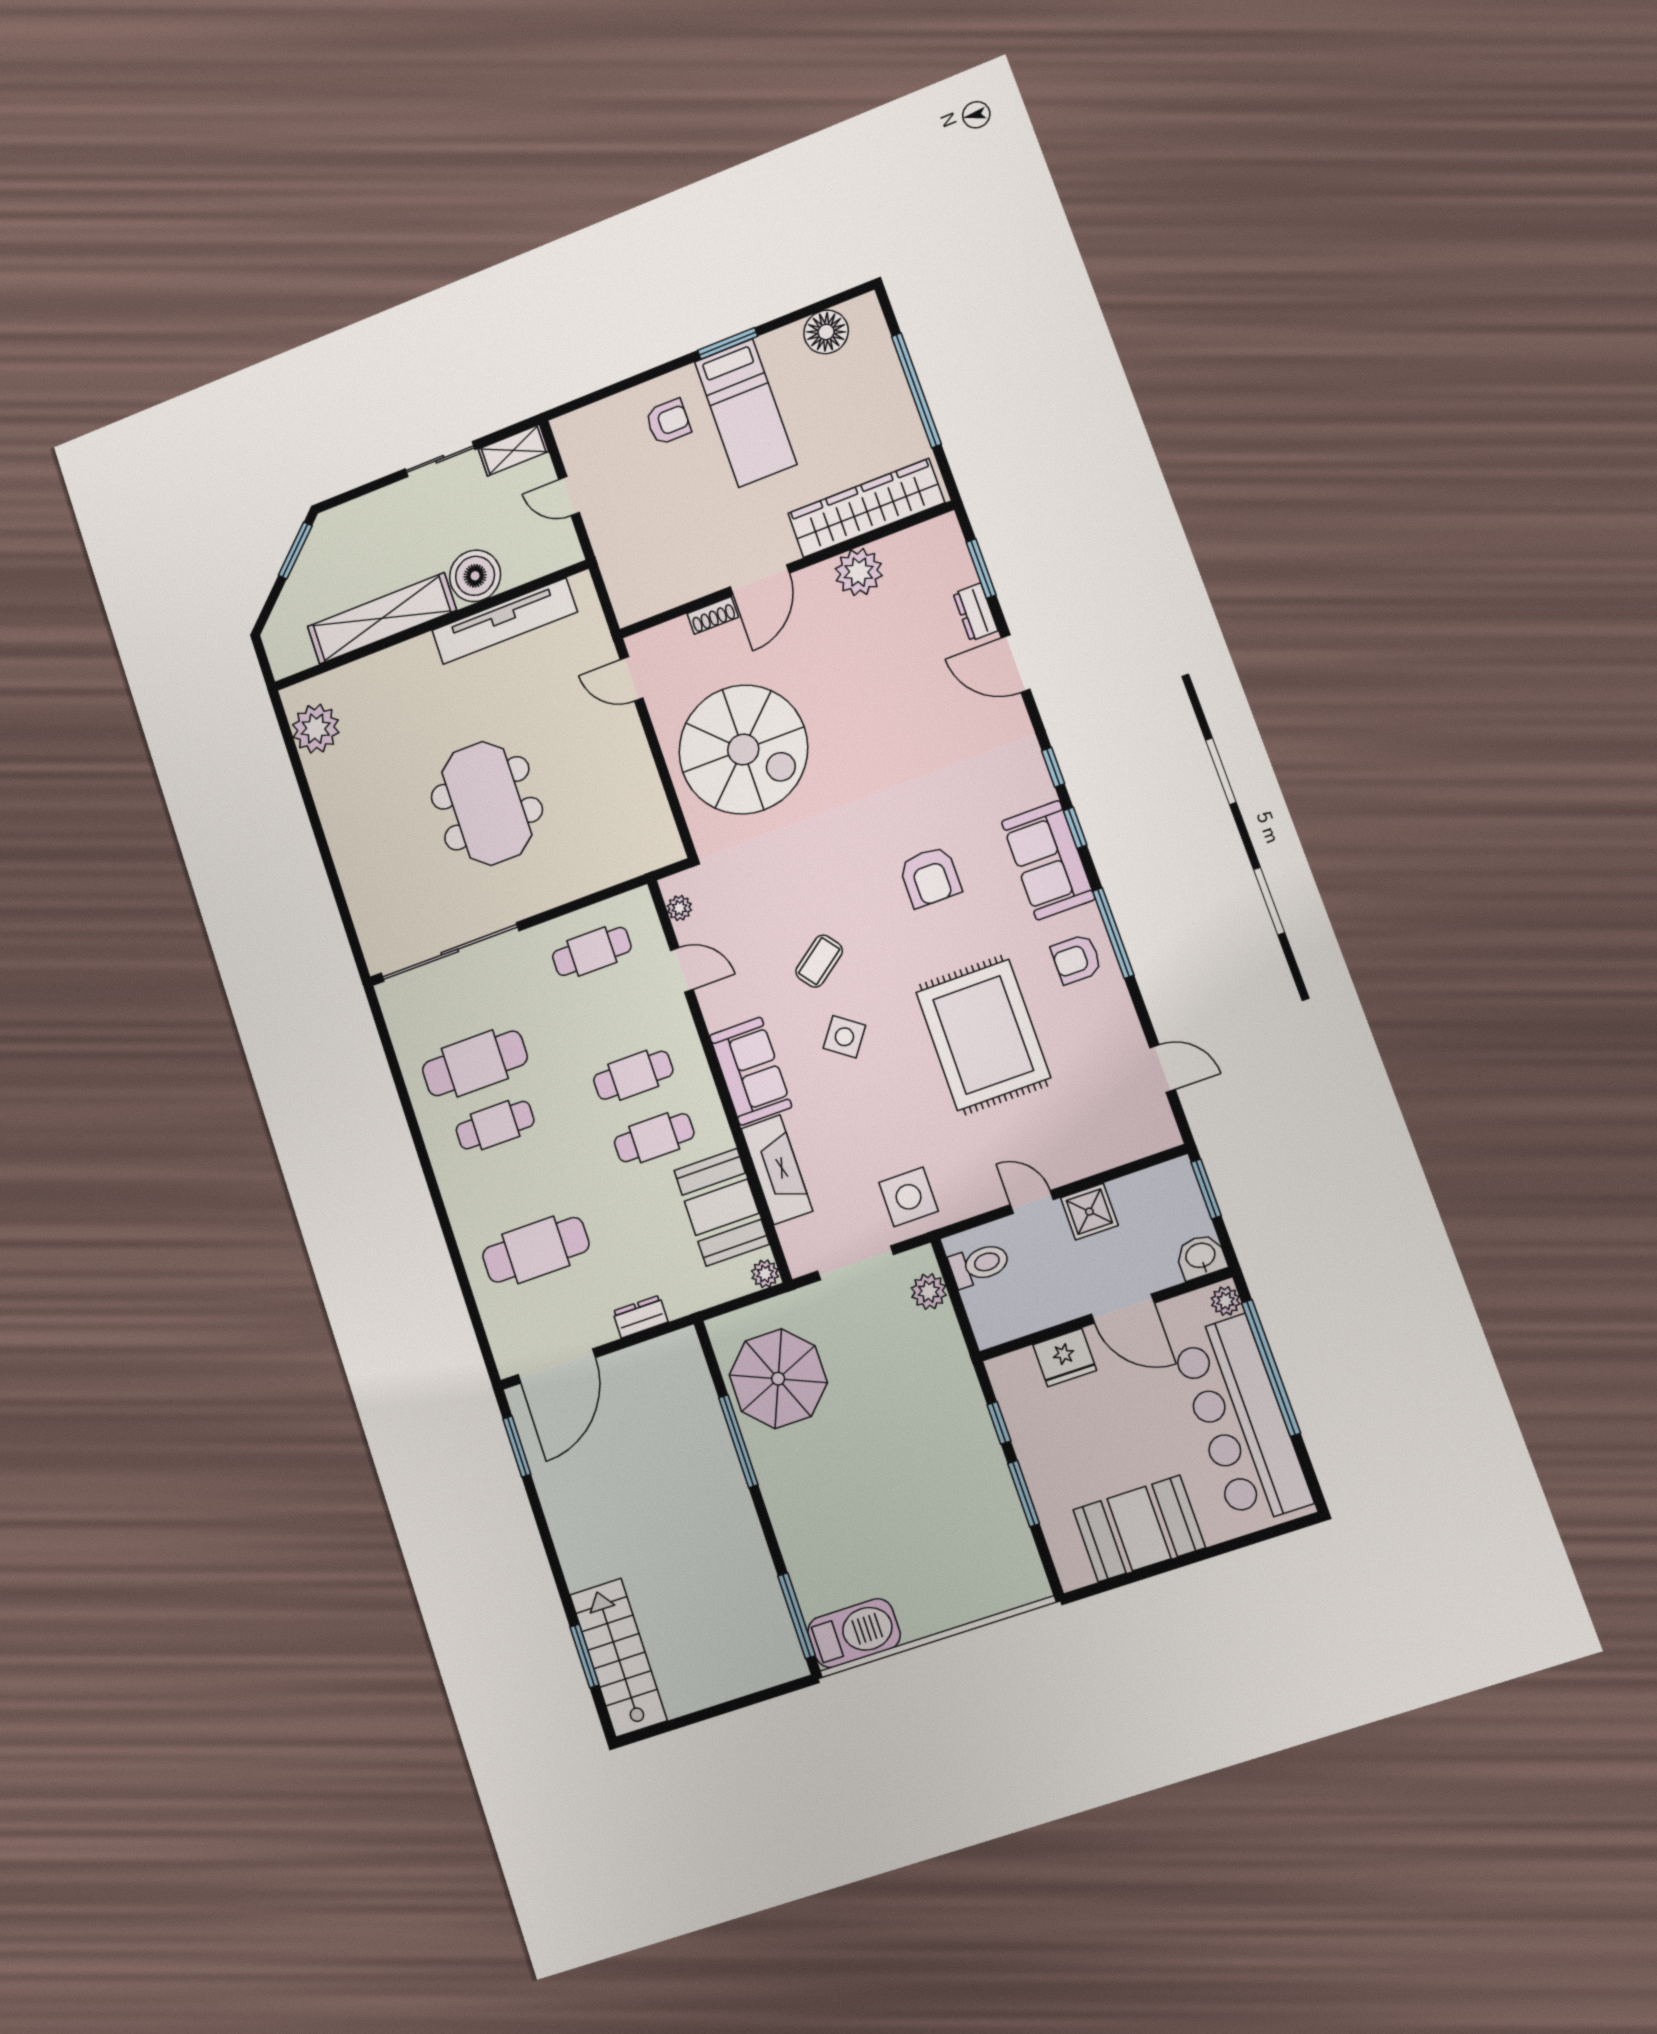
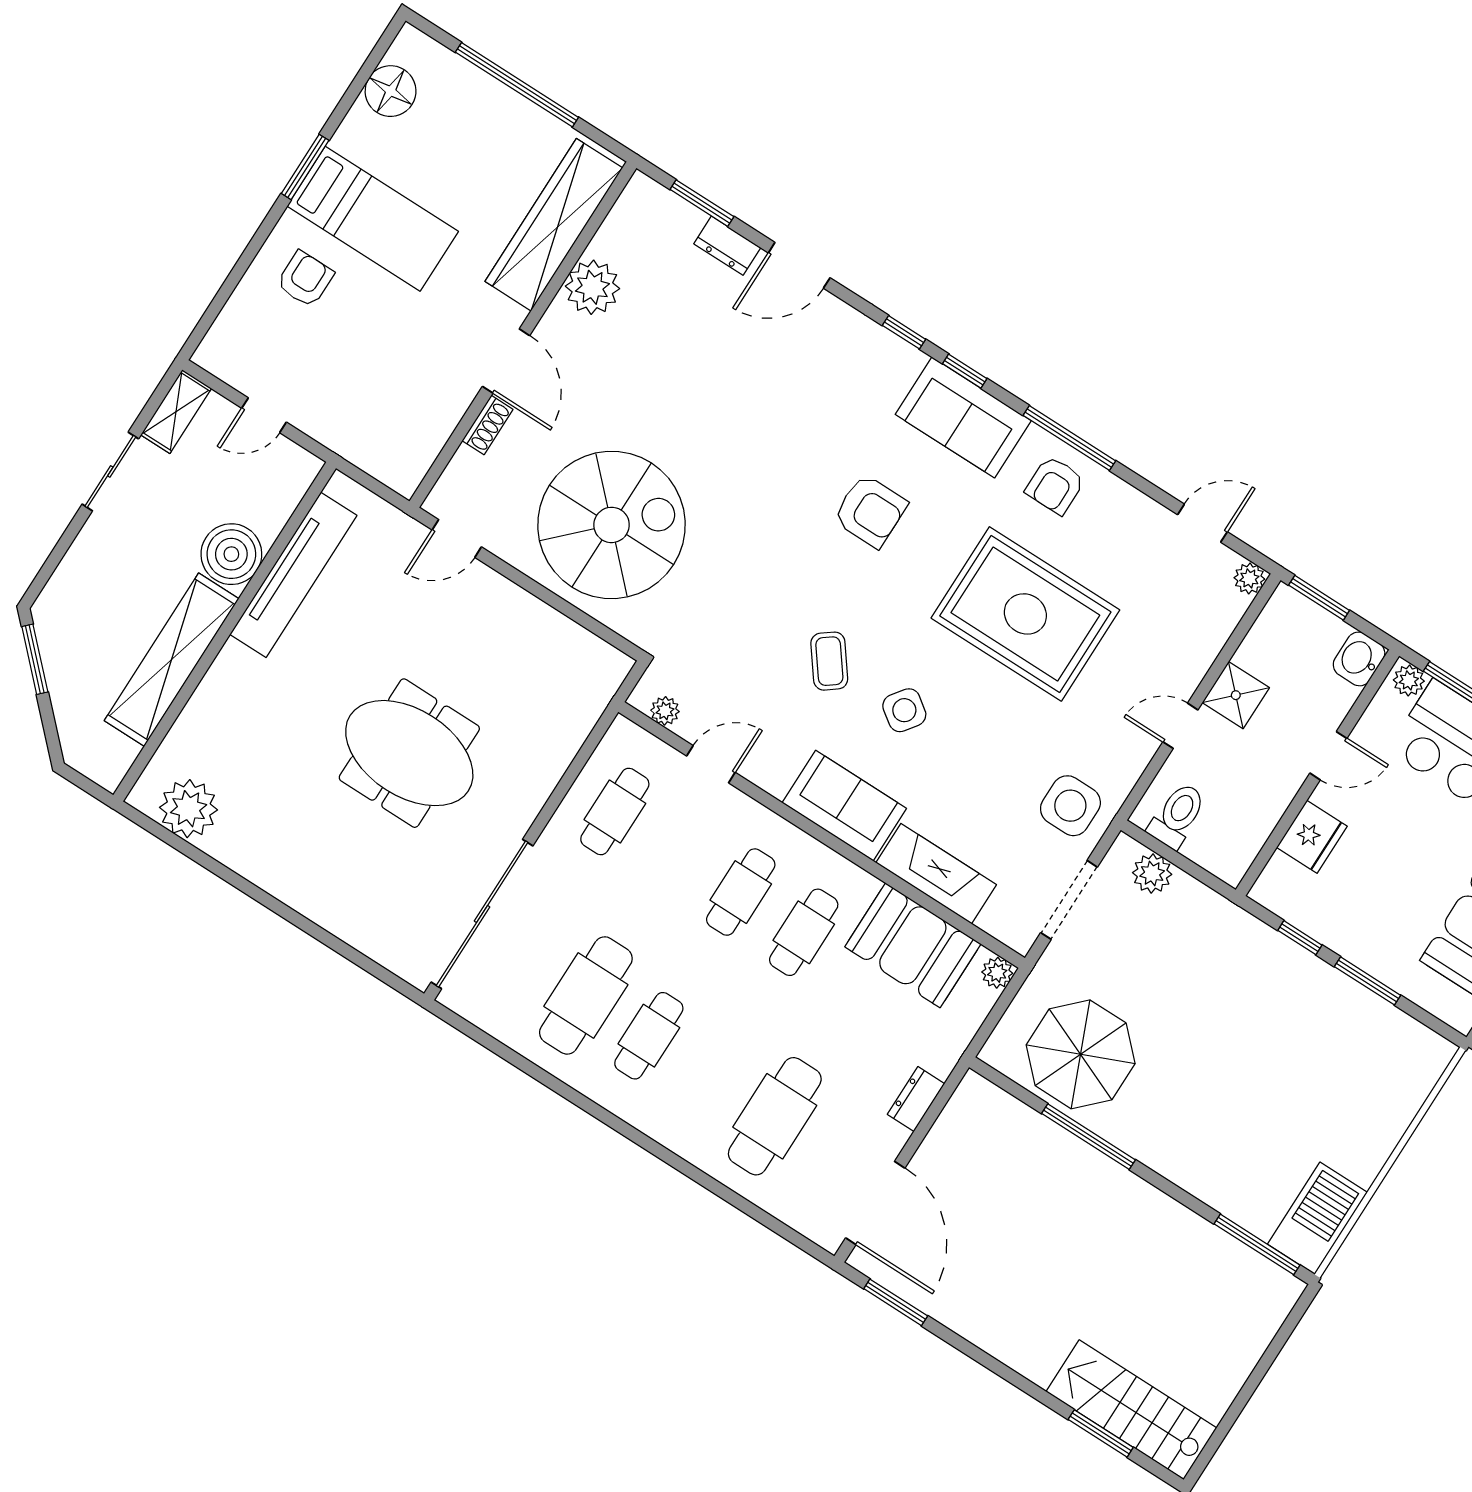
plant: (1166, 1135) -> (1249, 578), added
door: (1123, 1309) -> (1328, 756), width x0.73

